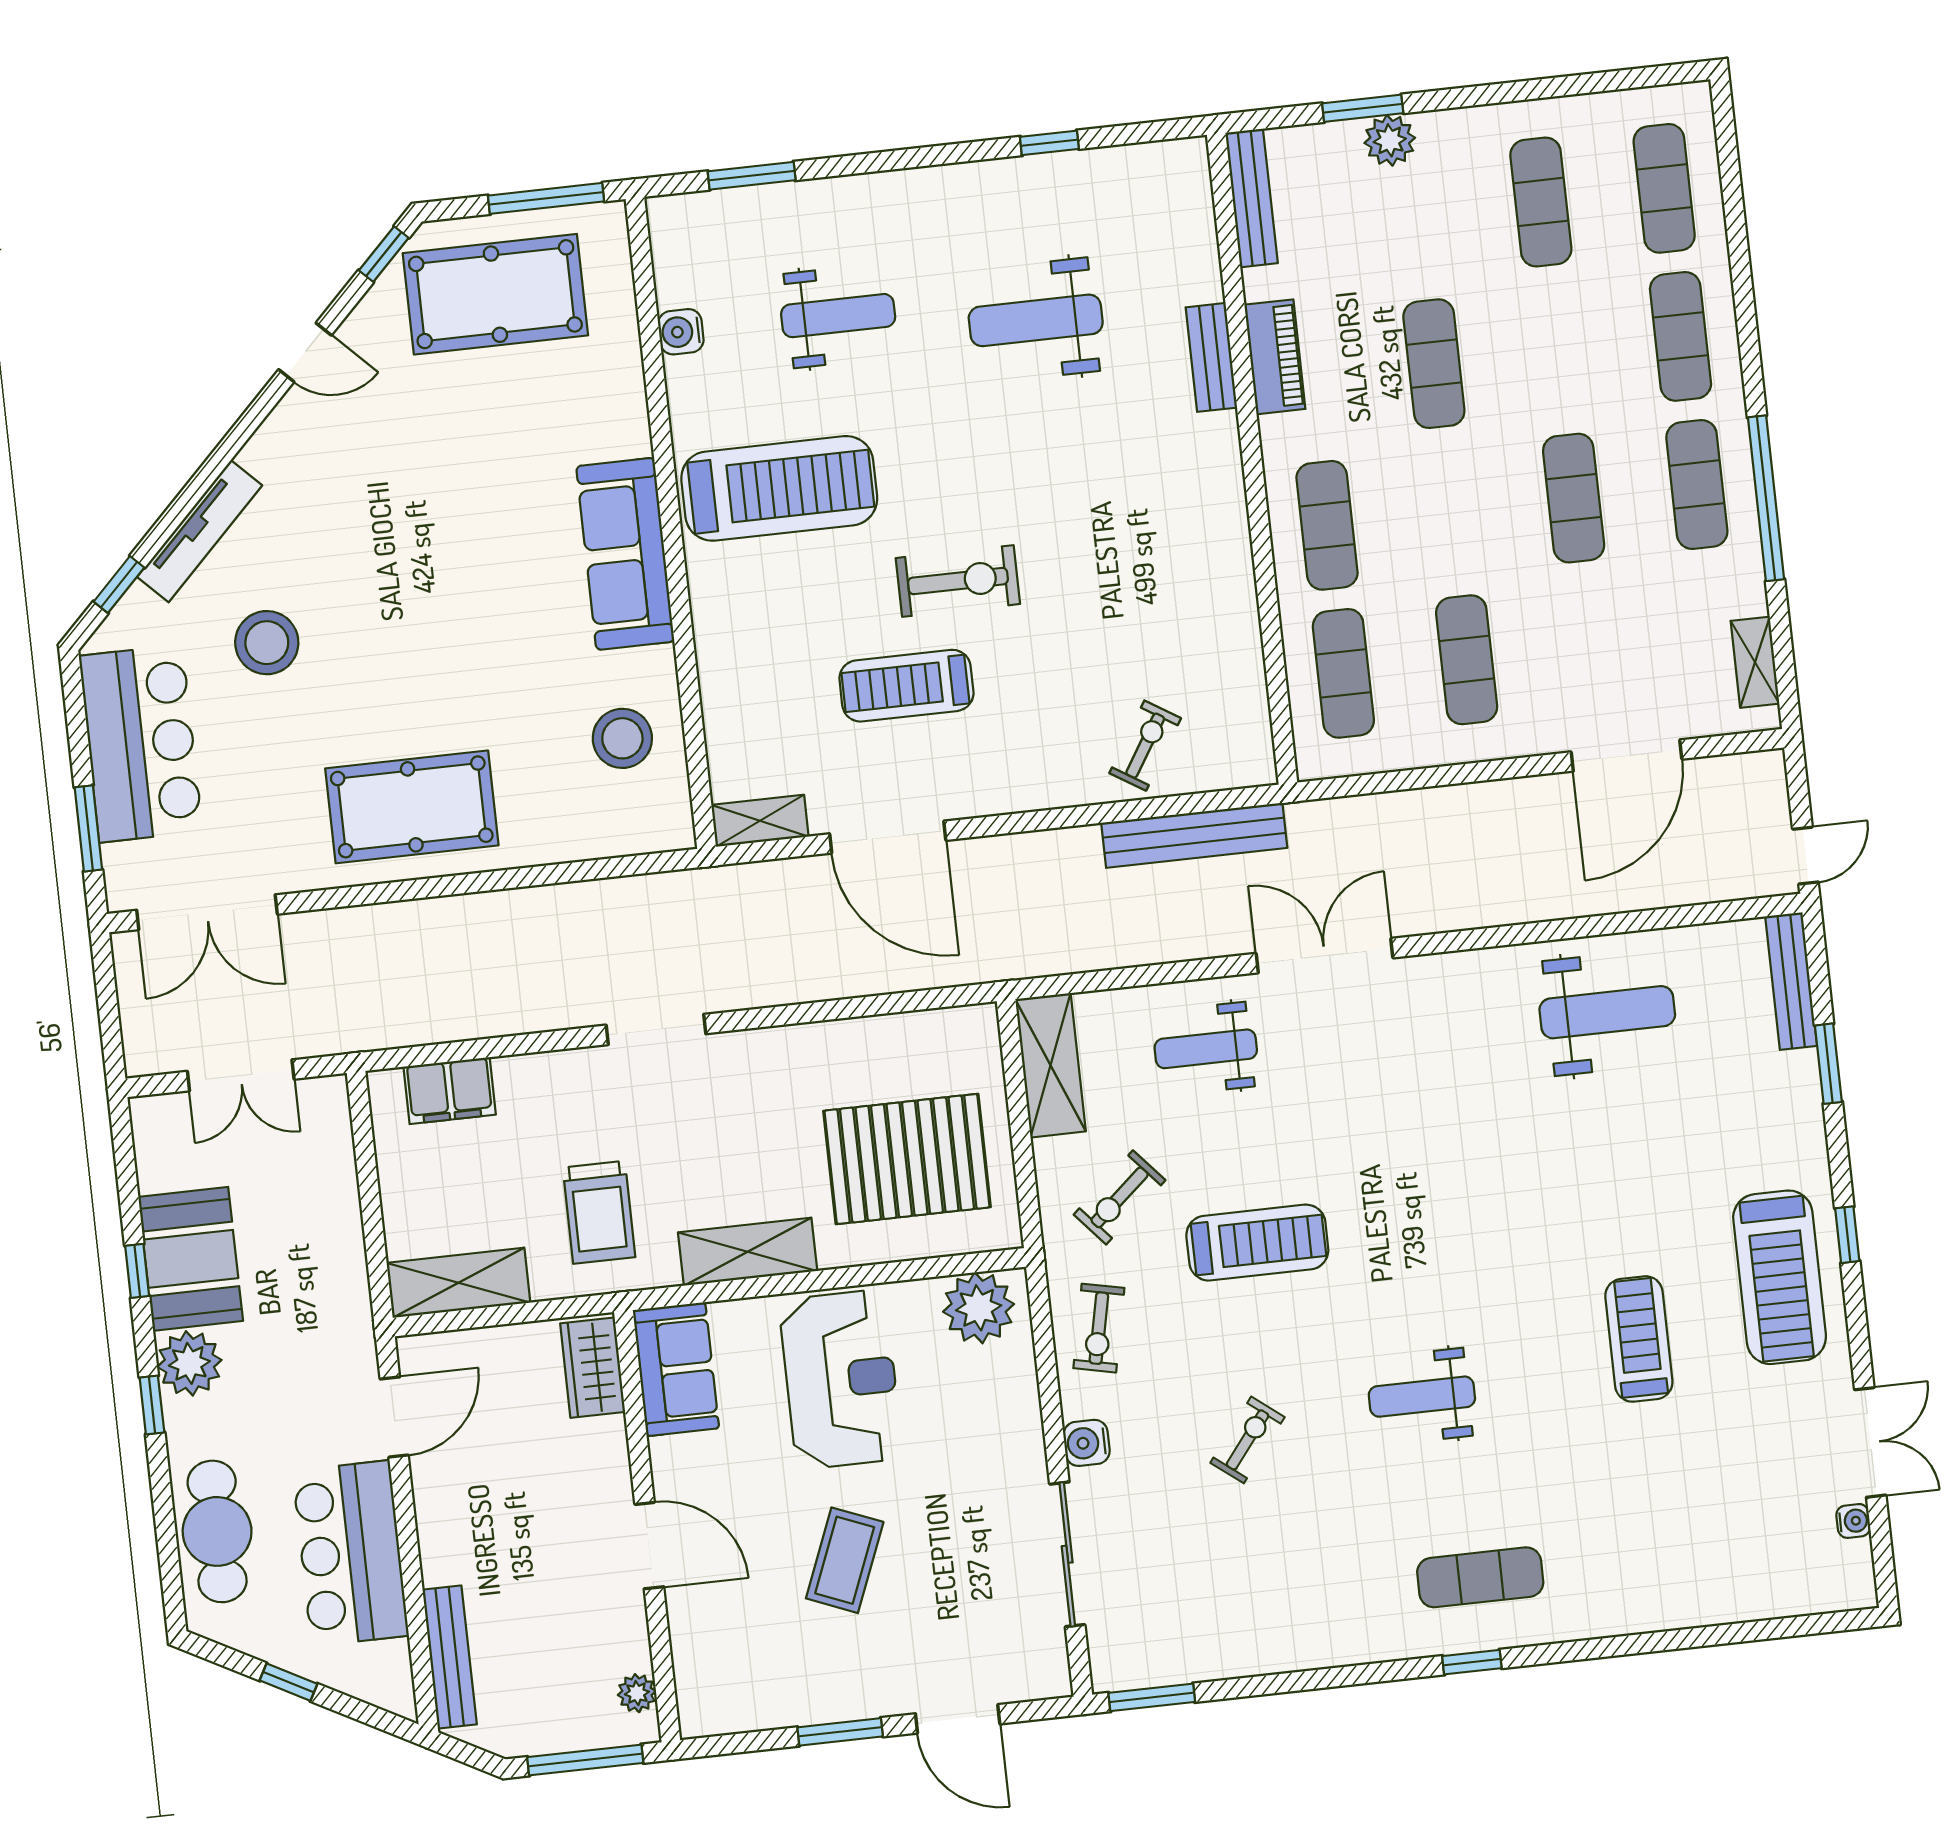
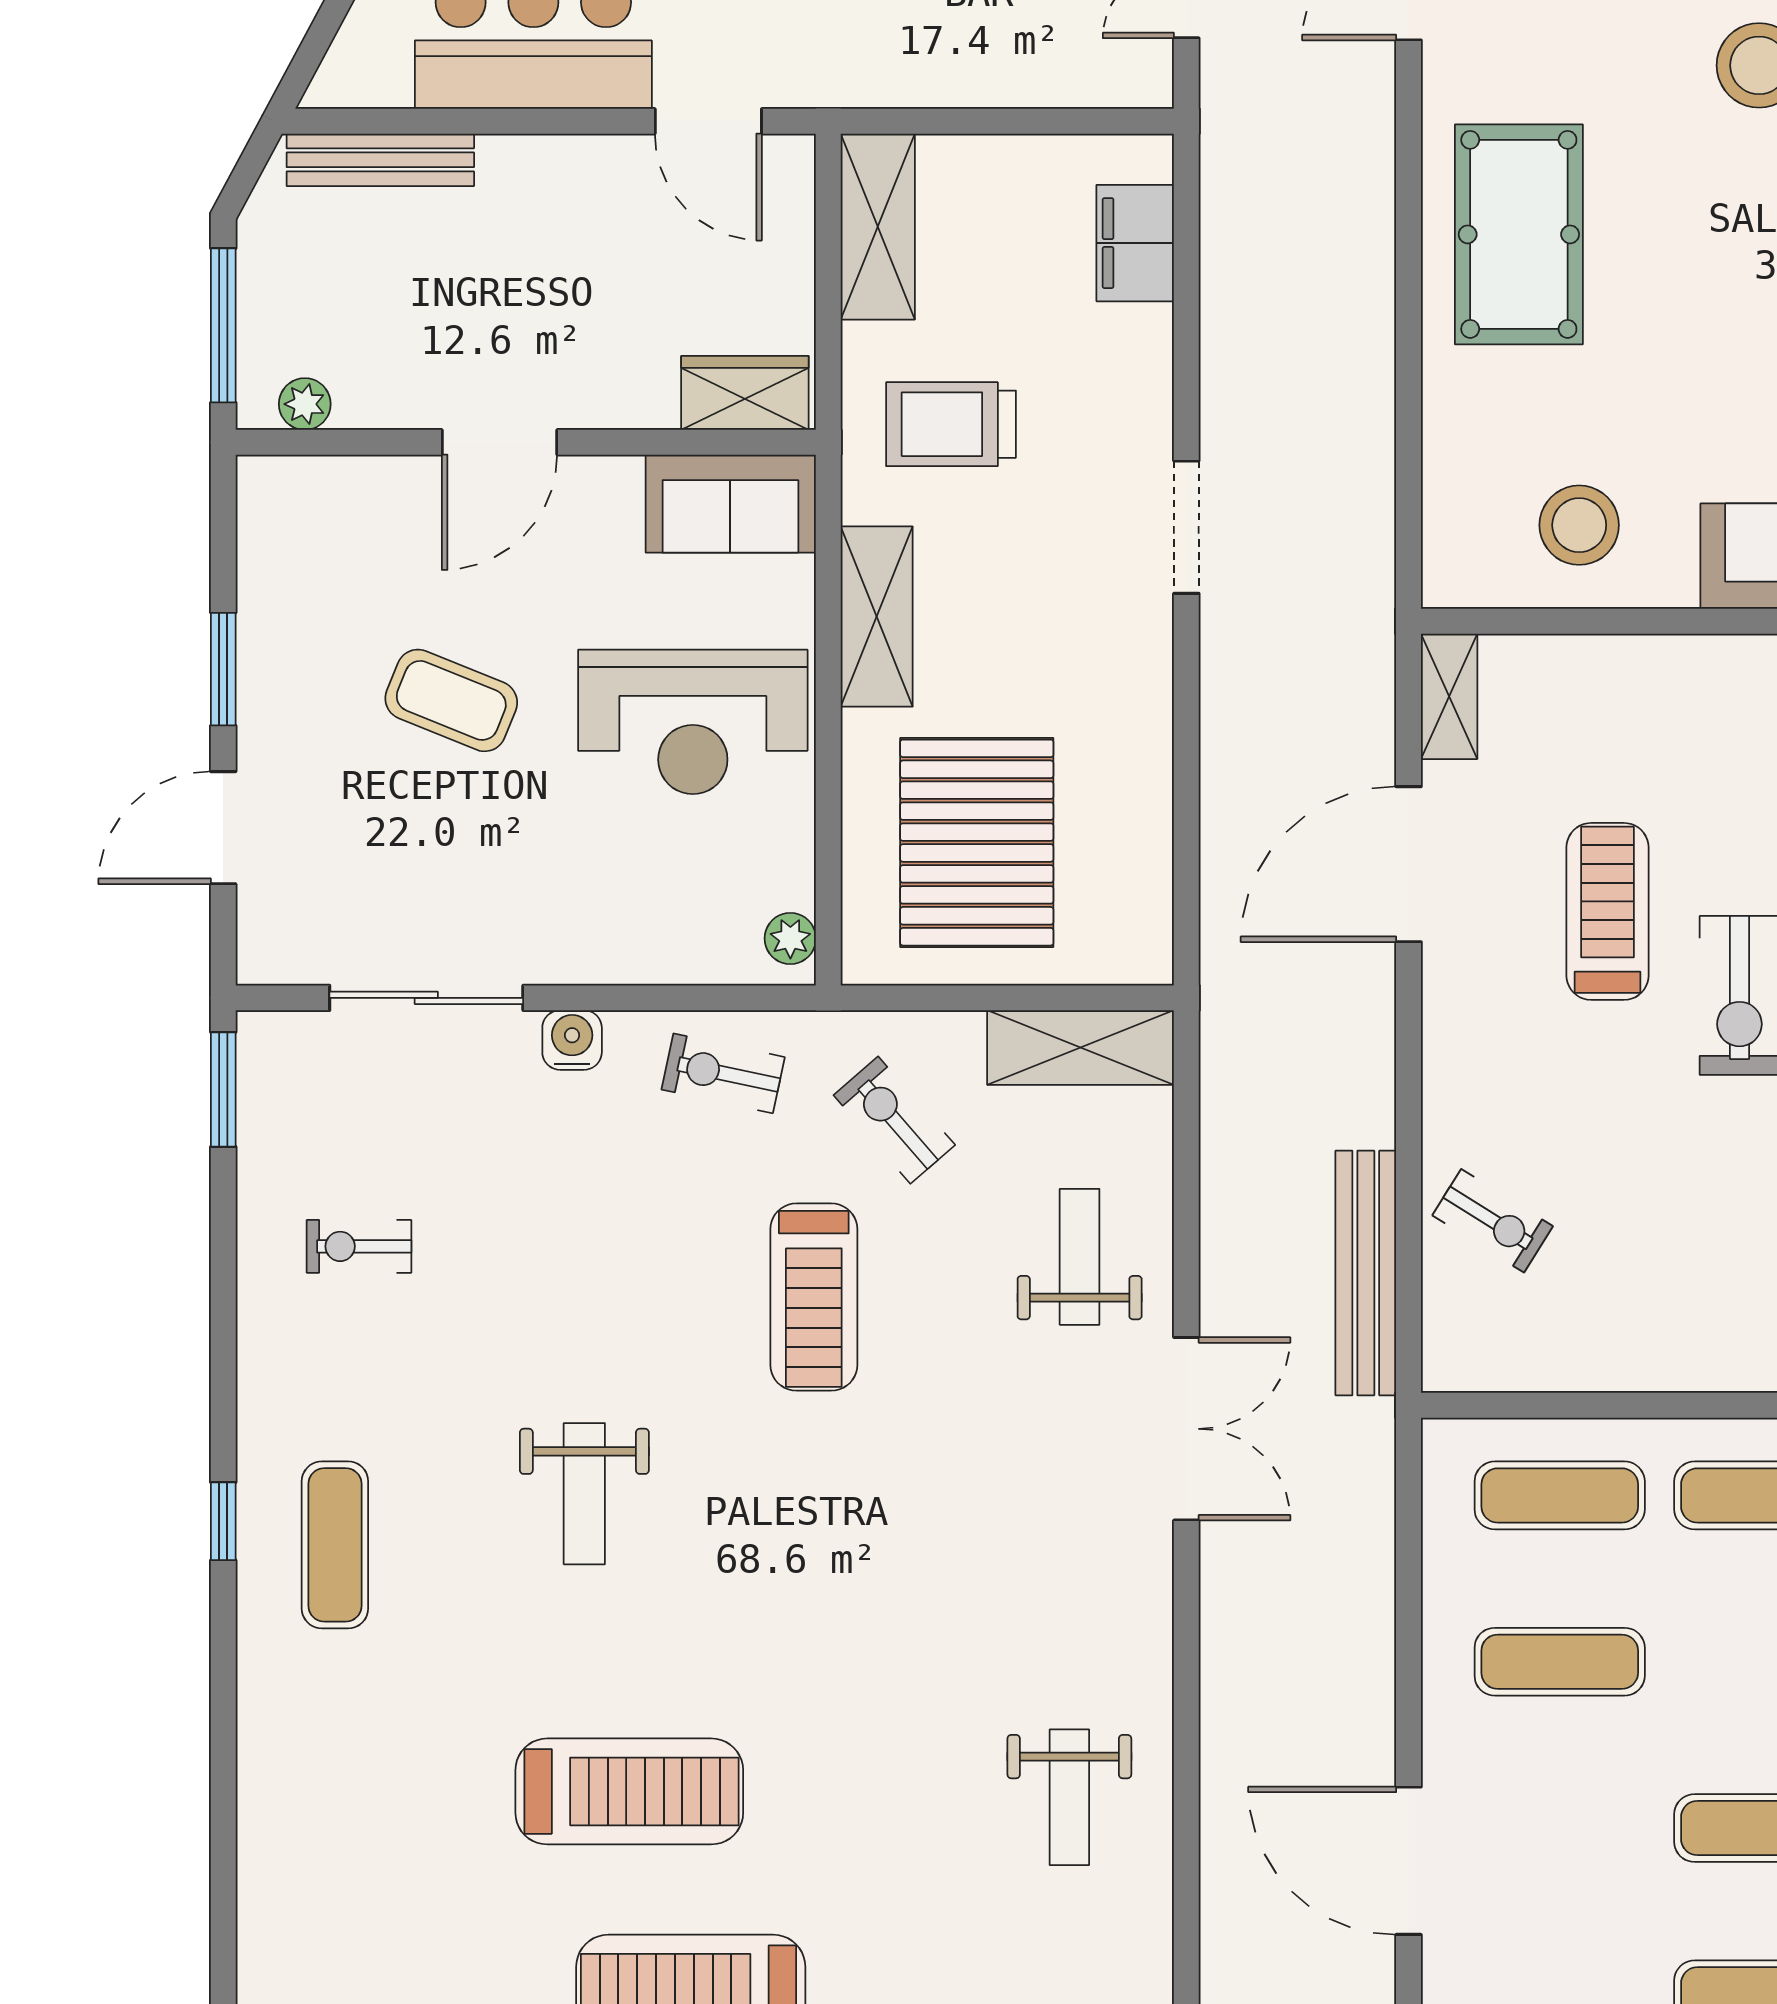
weight bench: (1607, 1012) -> (1069, 1797), width x0.73, depth x0.75
plant: (979, 1308) -> (790, 938), width x0.53, depth x0.53
treadmill: (1639, 1339) -> (629, 1791), width x1.37, depth x1.38
weight bench: (1422, 1397) -> (584, 1494), turned 180
exercise bike: (1247, 1440) -> (359, 1246), moved, turned 142

